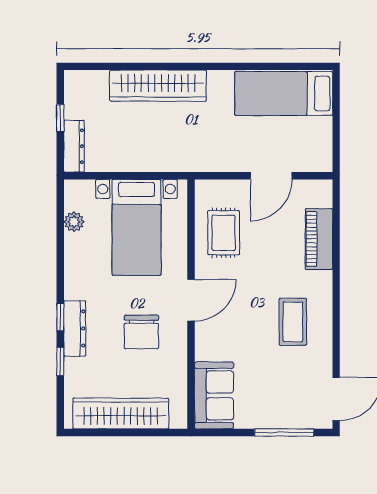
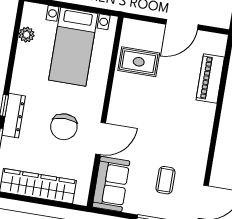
rug: (224, 233) -> (139, 62), turned 90
door: (191, 300) -> (101, 138), moved
coffee table: (293, 322) -> (166, 180), moved, width x0.73, depth x0.77

